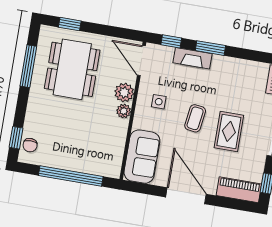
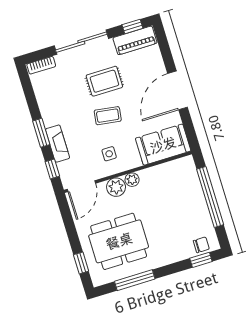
piano: (239, 190) -> (135, 40), moved, turned -90

